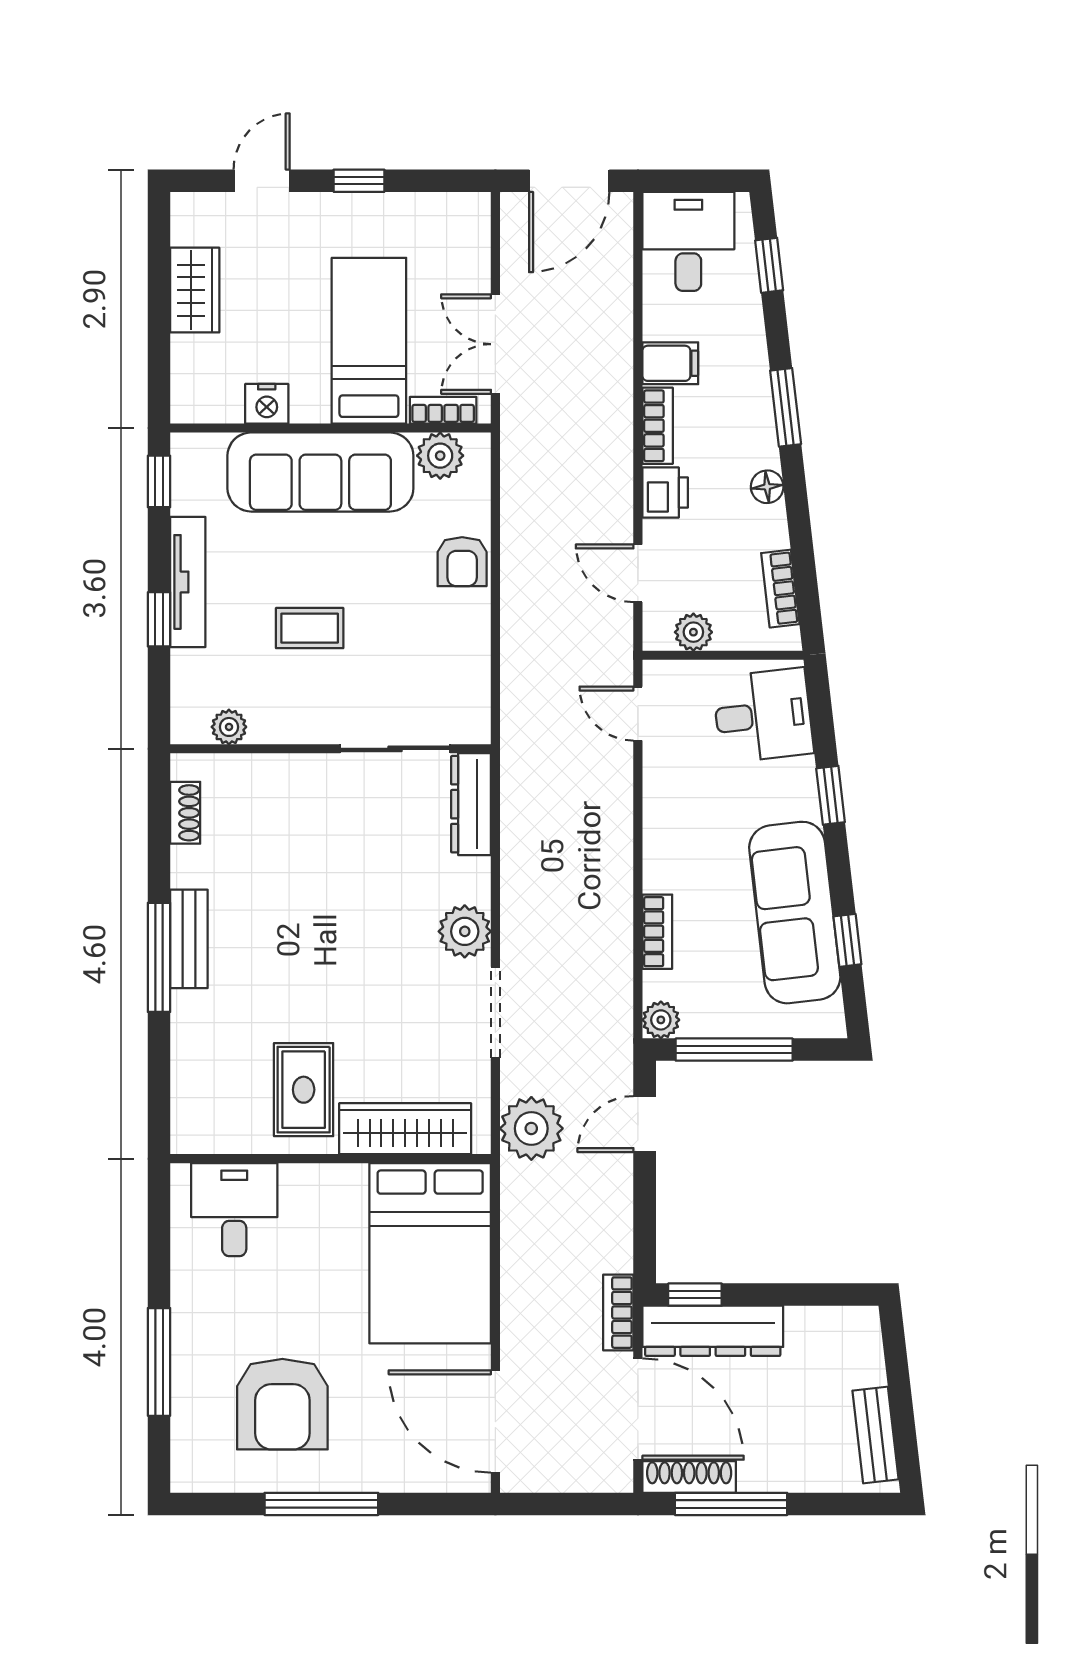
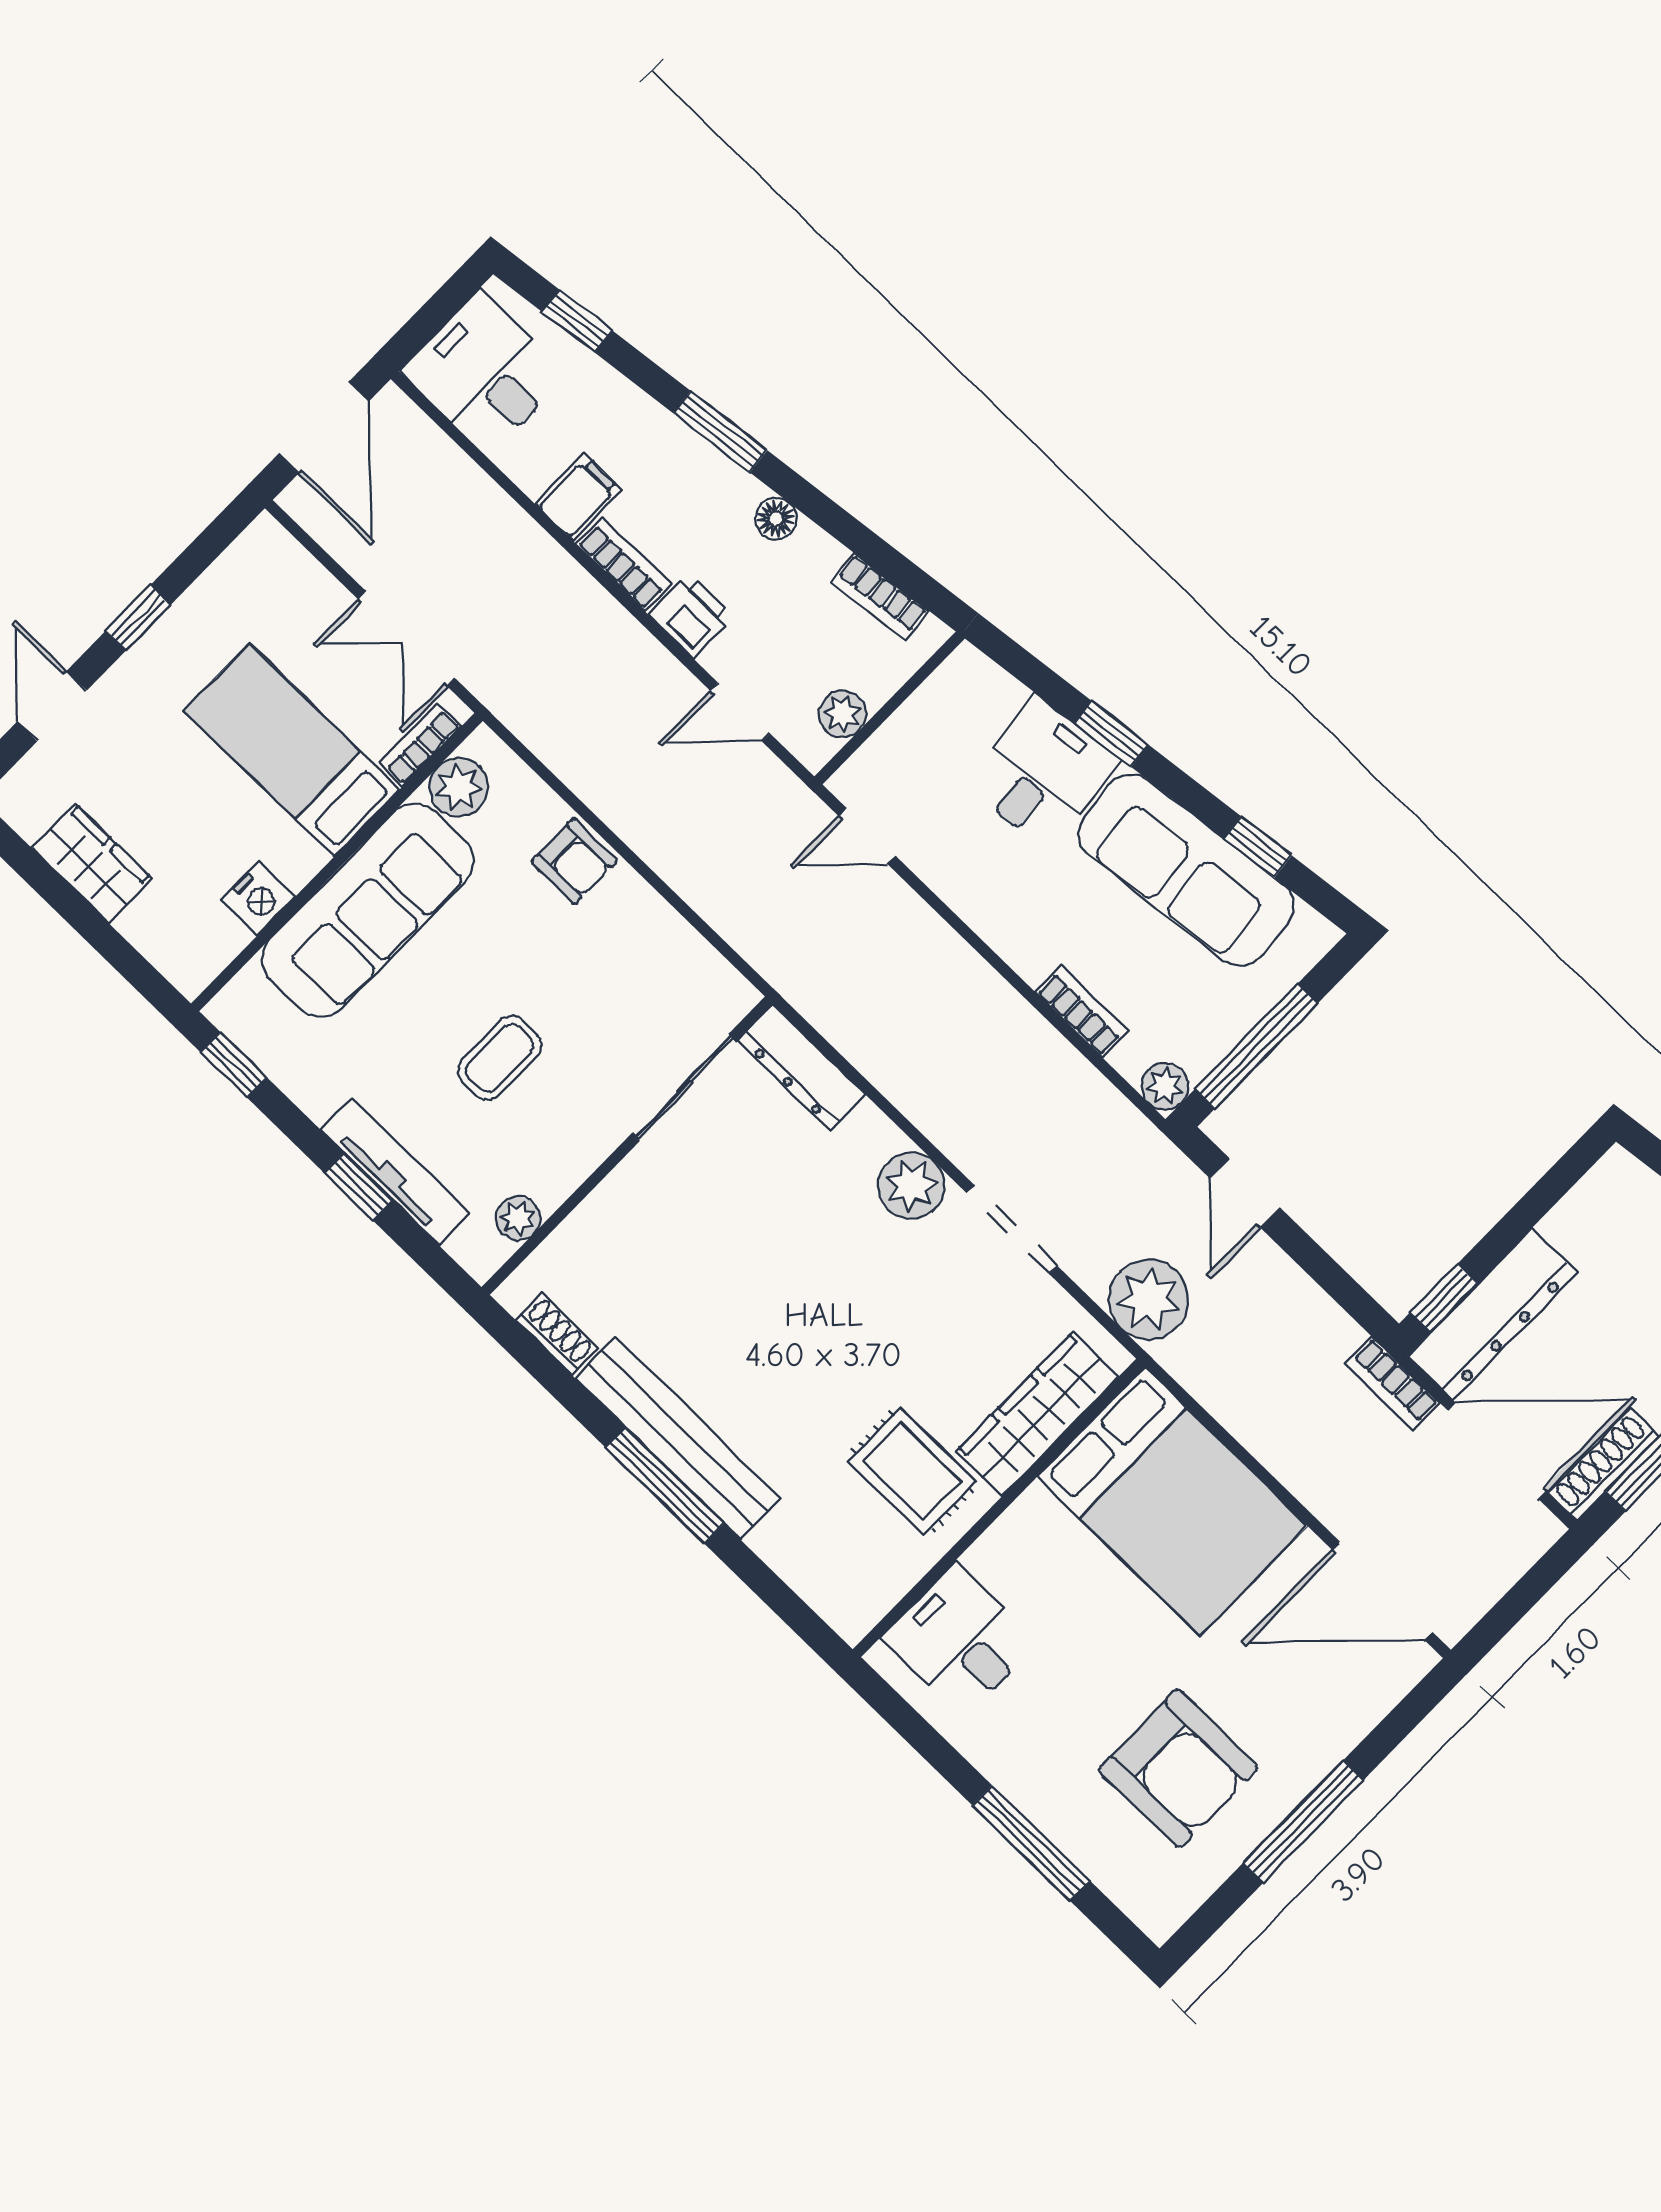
tv unit: (188, 582) -> (395, 1172), moved
desk: (763, 715) -> (1043, 773), moved
bench: (189, 939) -> (678, 1438), width x1.86, depth x1.21

